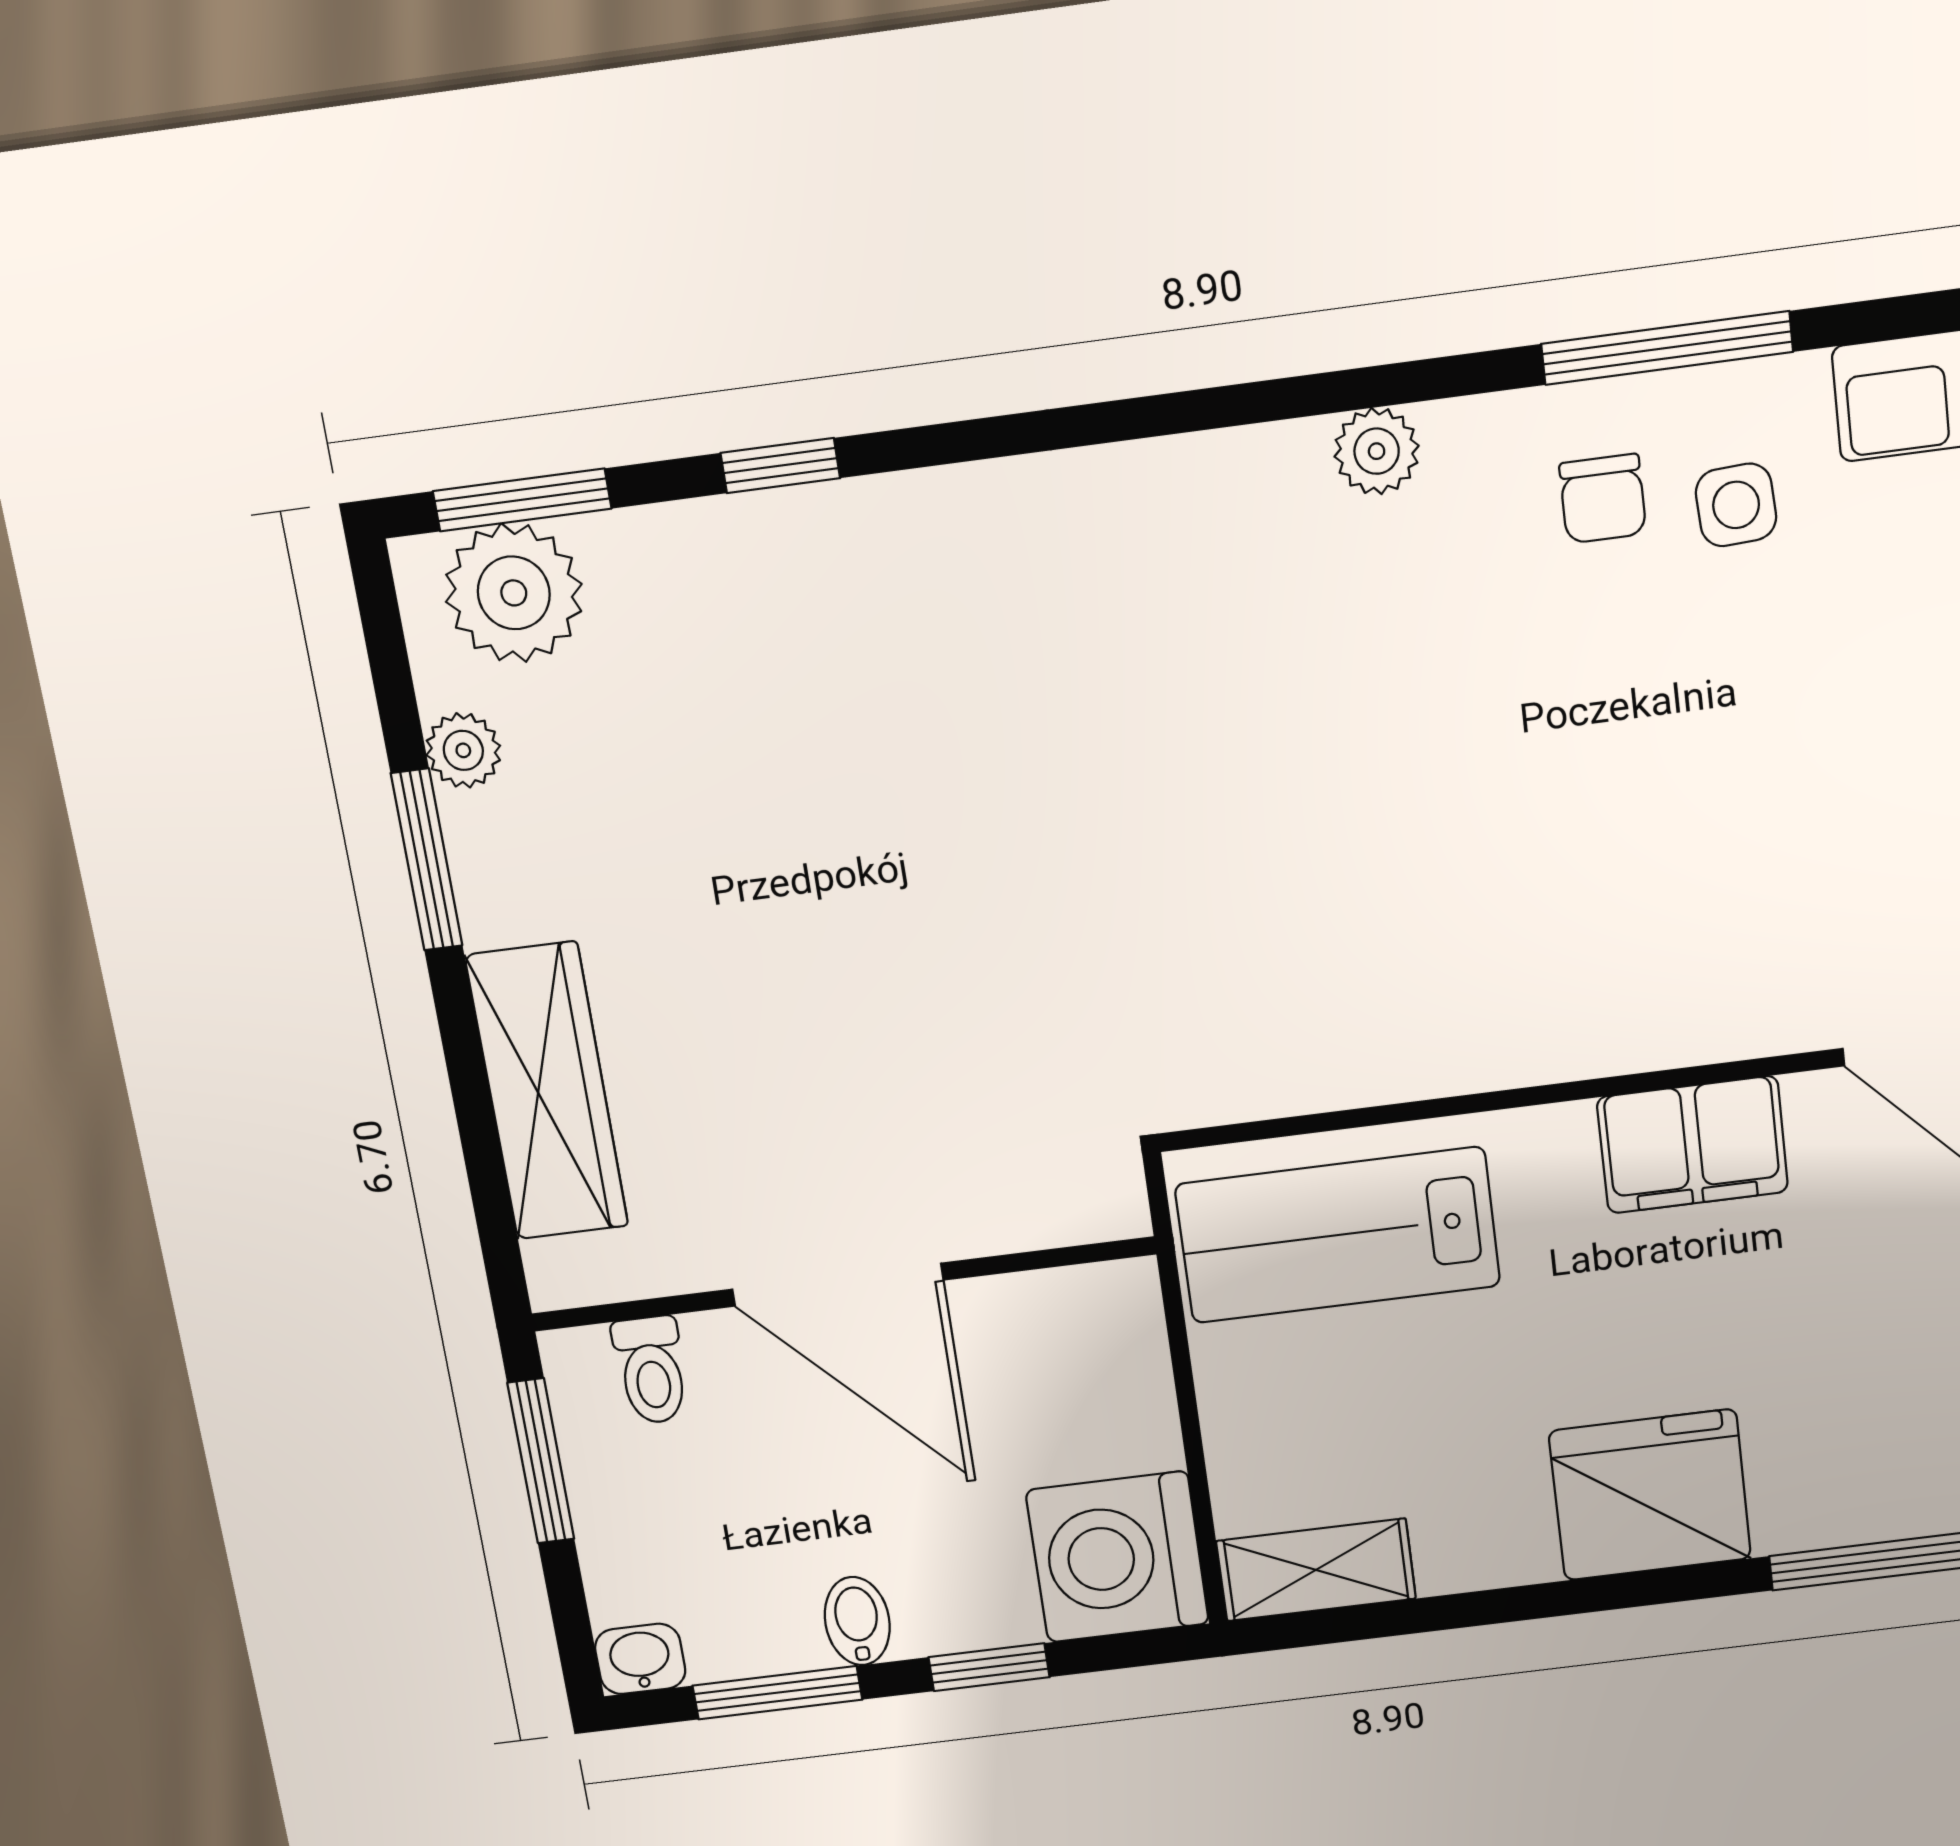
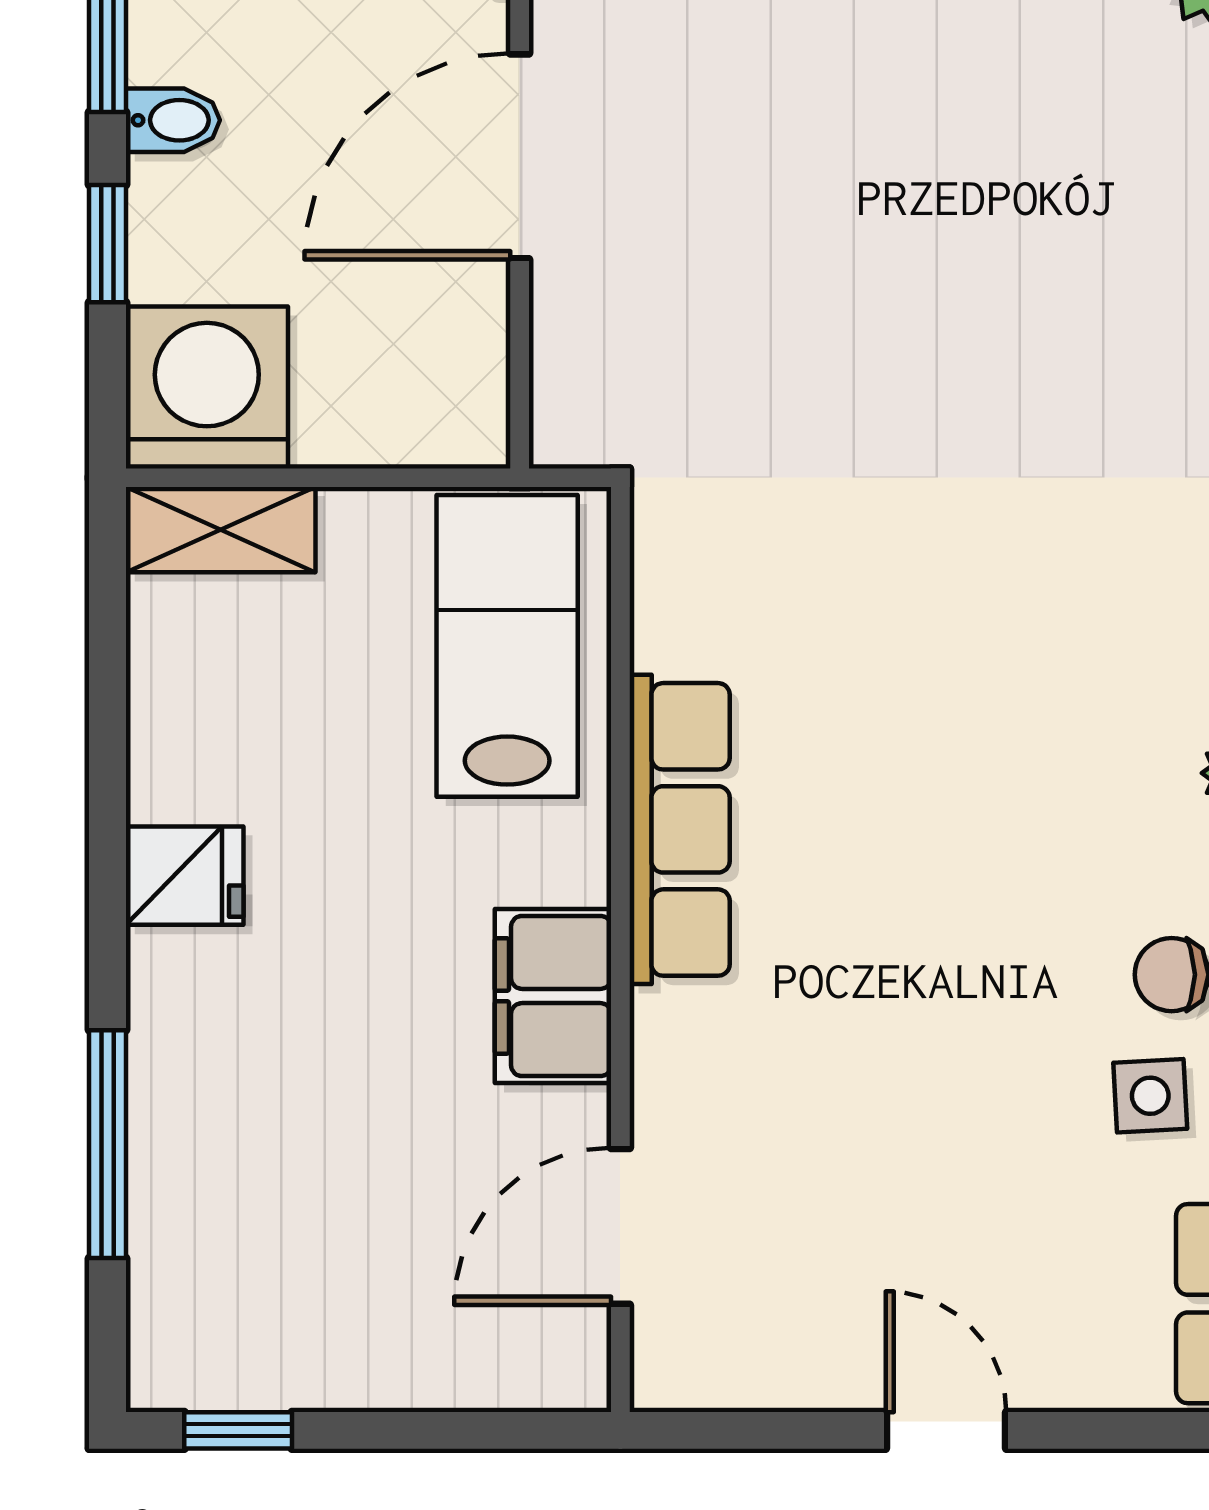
row of seats: (1506, 1039) -> (680, 829), added
fridge: (1650, 1495) -> (185, 876), width x0.53, depth x0.75
shelving: (1316, 1570) -> (221, 530), moved, turned 90

